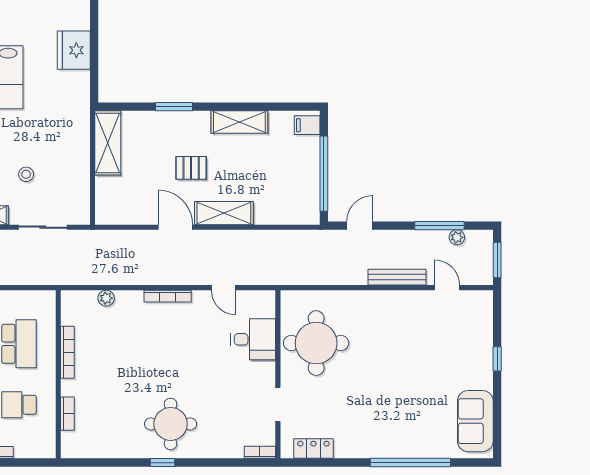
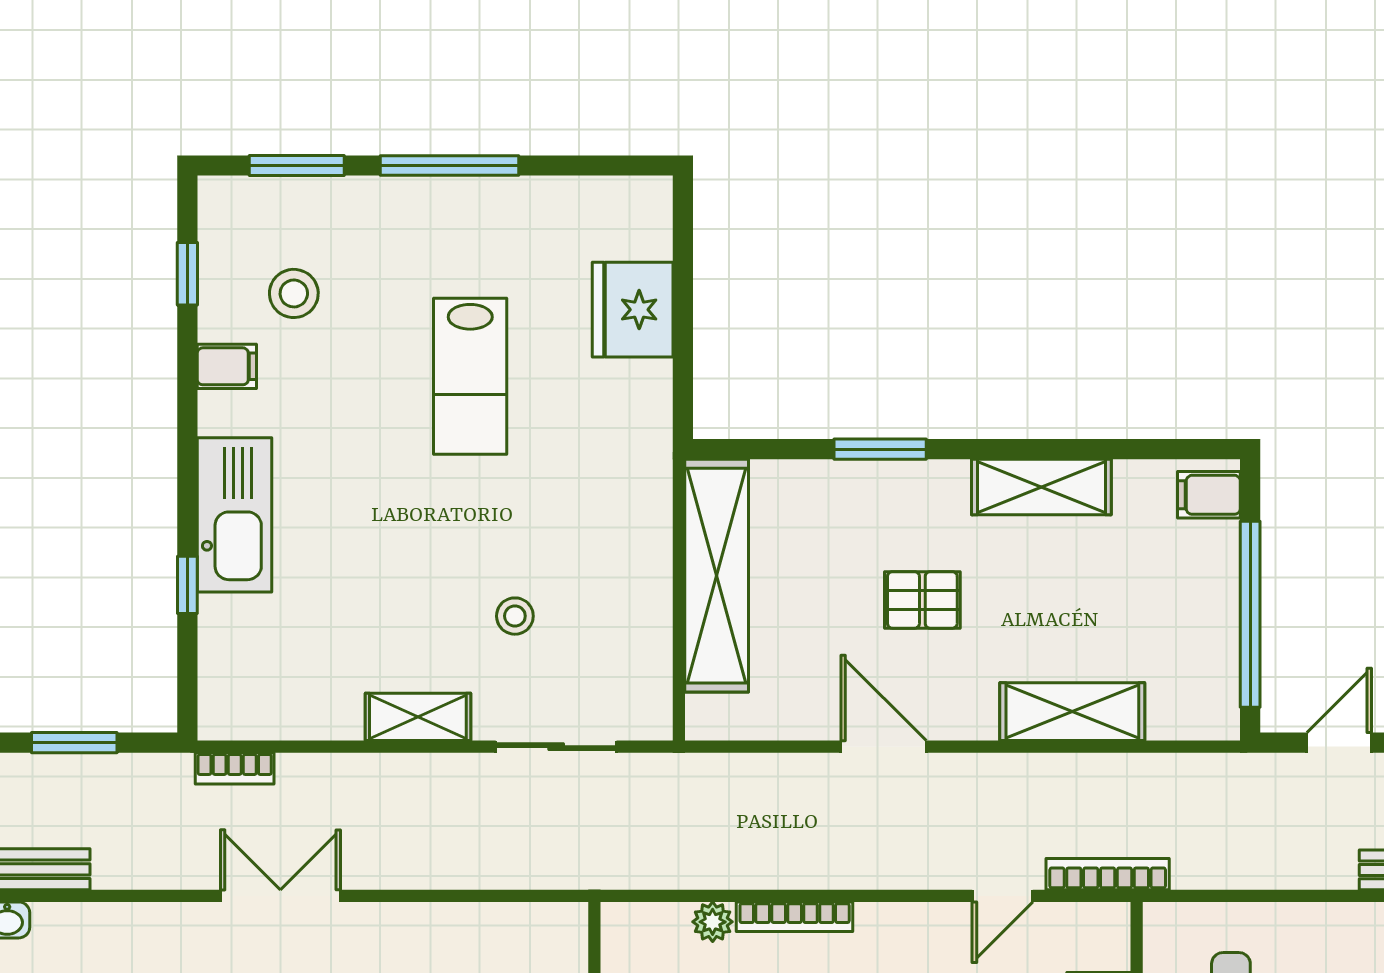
shelving: (108, 143) -> (717, 576), width x1.47
shelving: (224, 213) -> (1072, 712), moved
bookcase: (266, 279) -> (1108, 874), added
door: (224, 288) -> (1003, 896), hinge flipped
bookcase: (168, 296) -> (795, 917), moved

